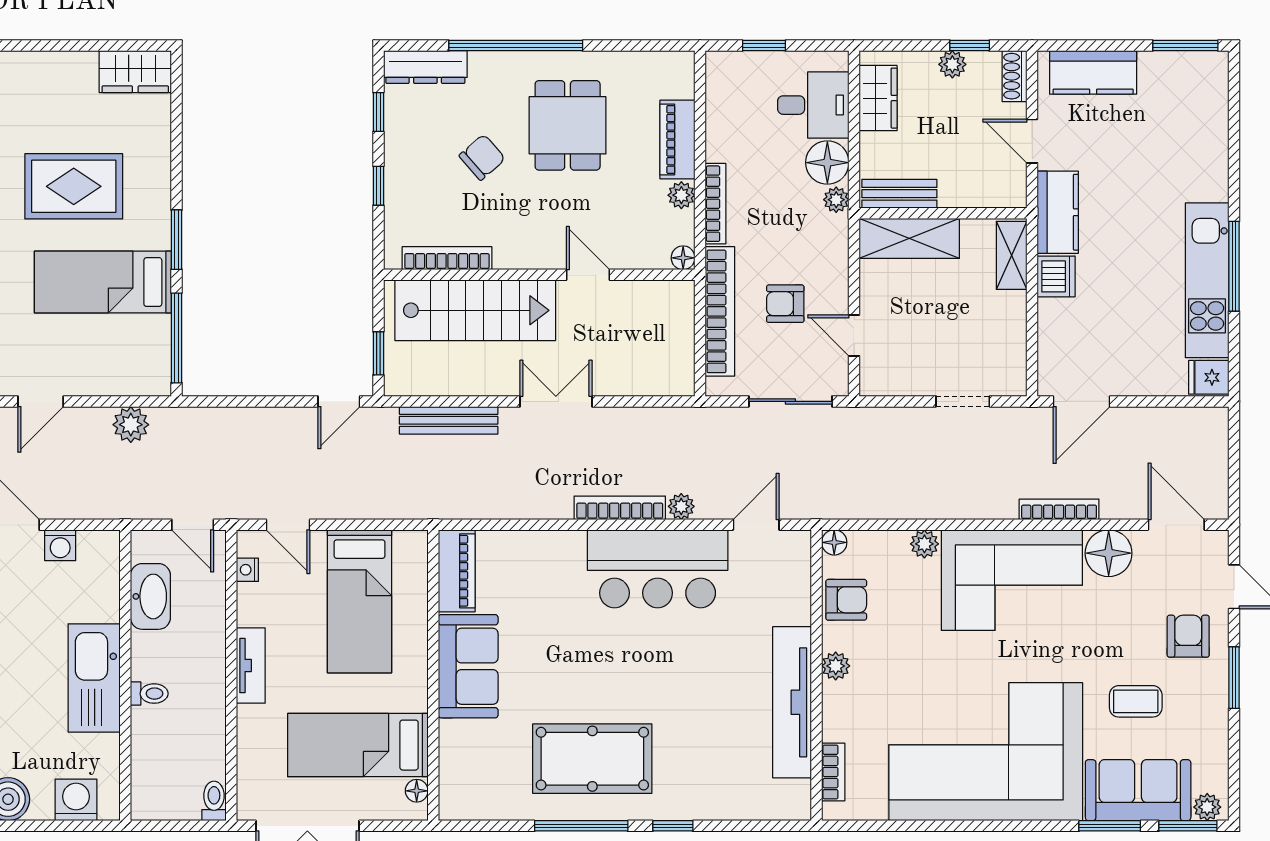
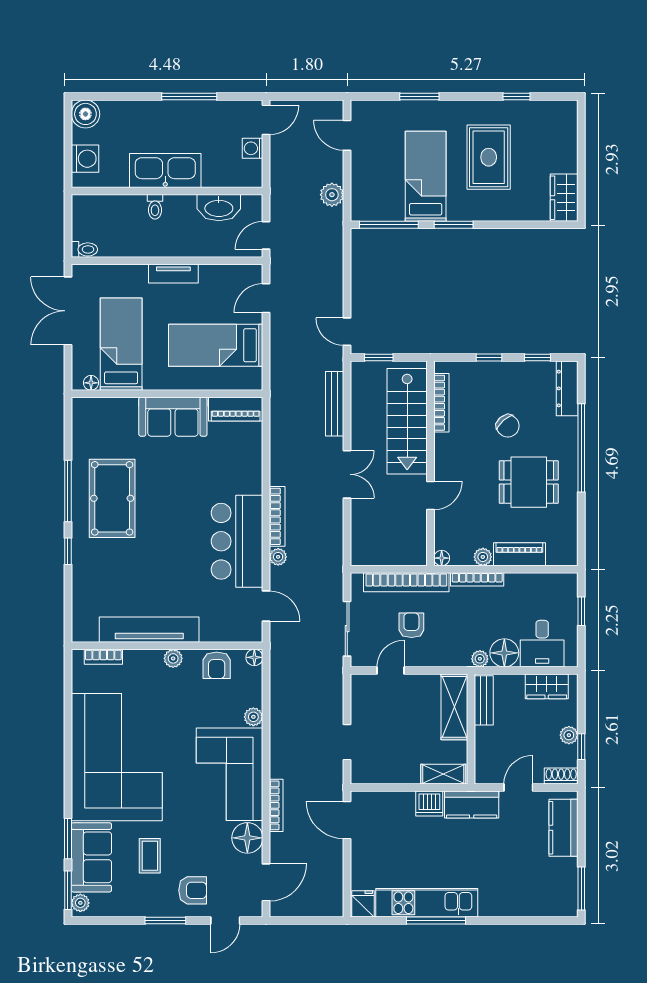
nightstand: (247, 570) -> (236, 271), removed

